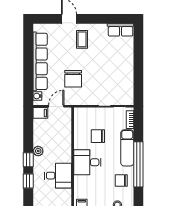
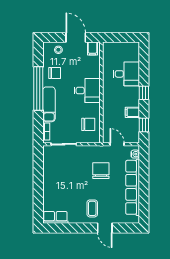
door: (56, 106) -> (117, 144), swing flipped
filing cabinet: (40, 113) -> (132, 112), moved
chair: (98, 136) -> (88, 124), moved
plant: (38, 151) -> (134, 101), removed
desk: (58, 176) -> (126, 74), moved, turned 180
window: (28, 181) -> (144, 125), moved

